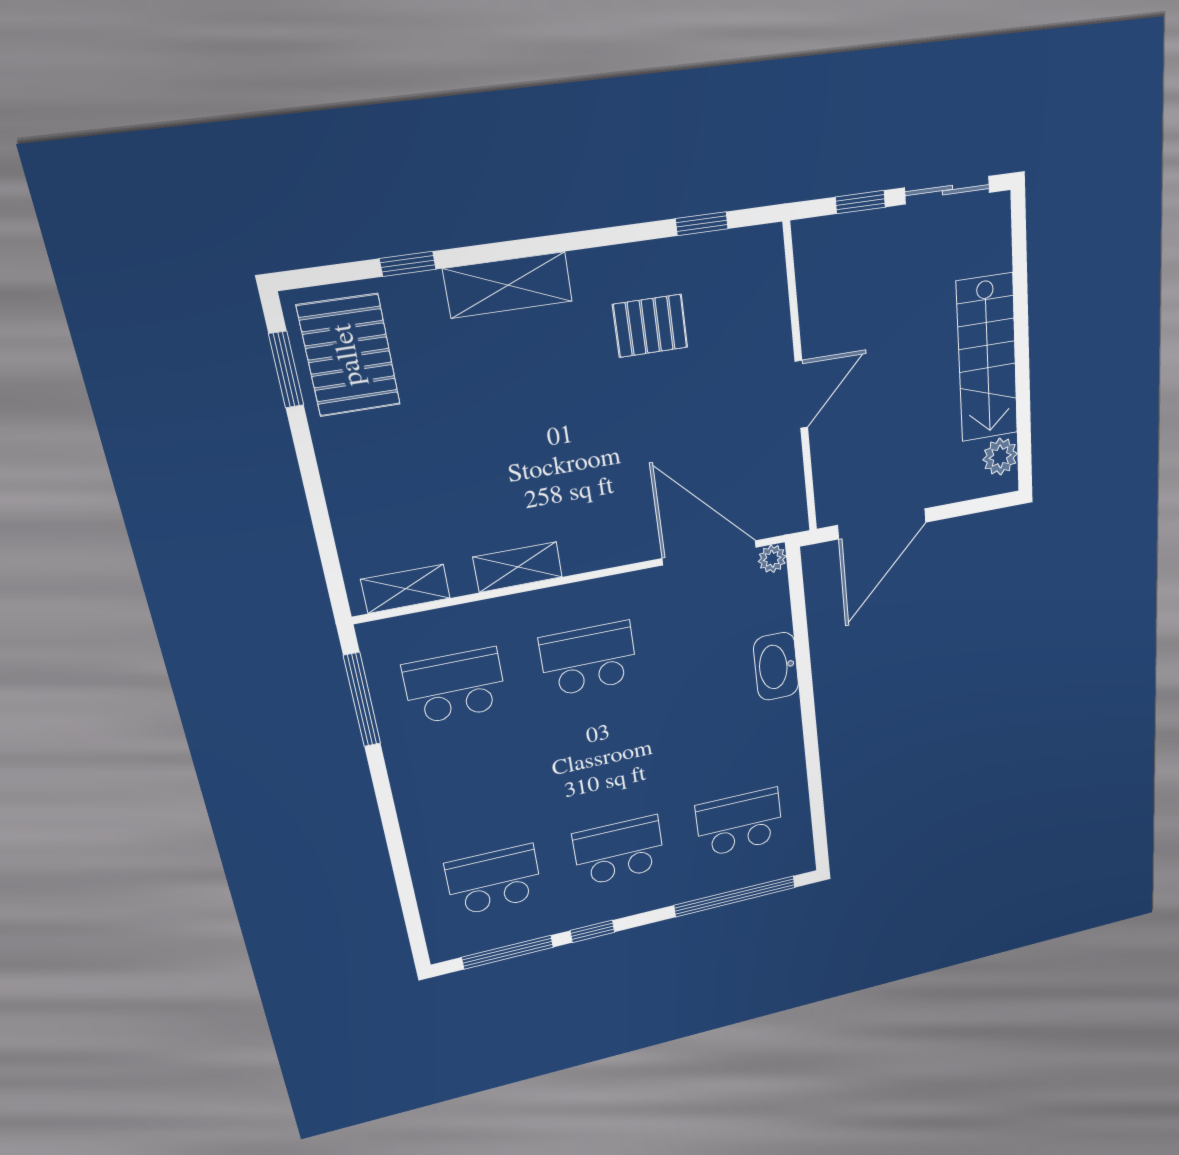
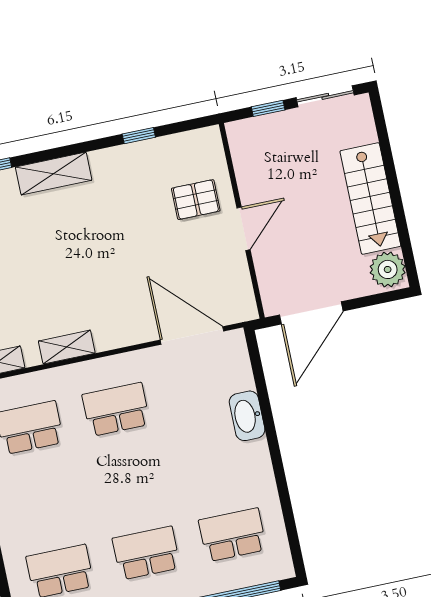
window: (702, 224) -> (139, 136), moved
pallet: (650, 326) -> (196, 200), moved
plant: (1000, 457) -> (388, 269), width x1.36, depth x1.36
plant: (772, 559) -> (236, 339), removed

